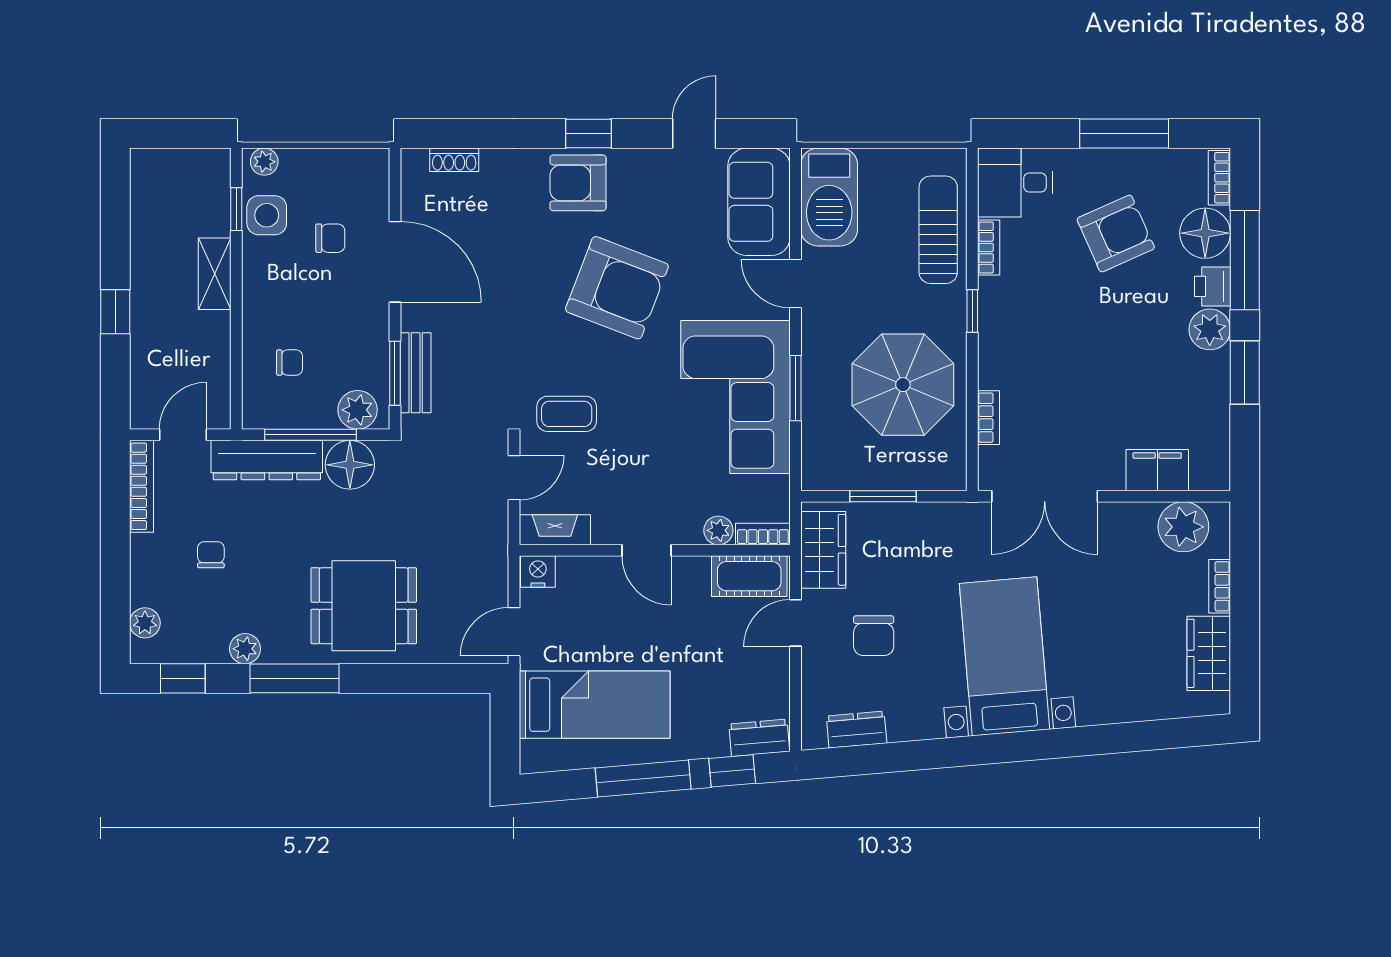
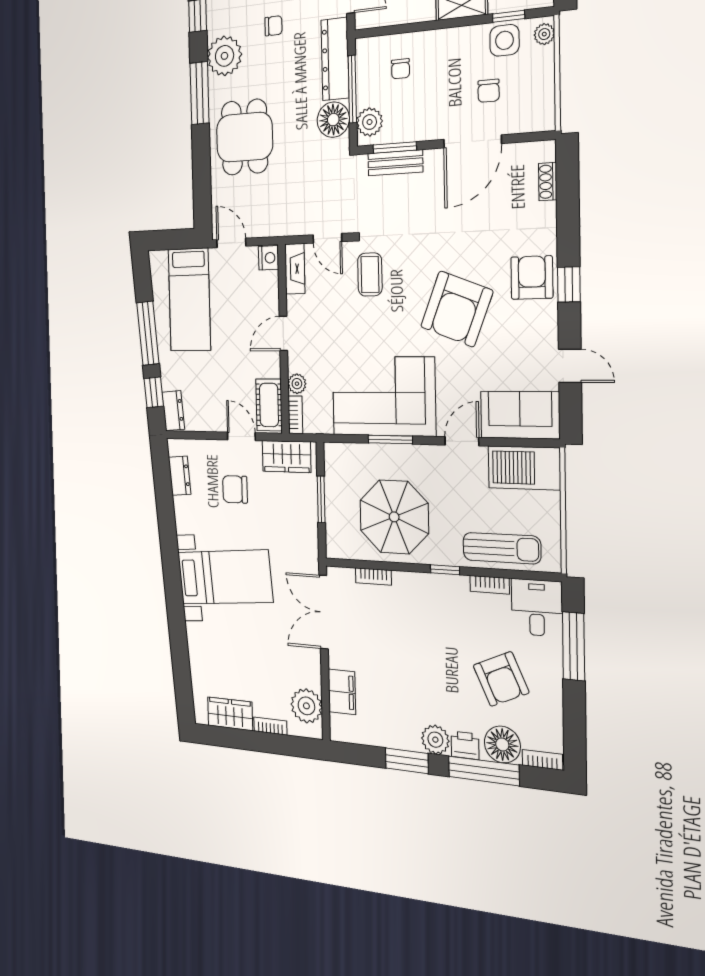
window: (1124, 134) -> (574, 646), moved
plant: (245, 649) -> (224, 56), width x1.88, depth x1.88

